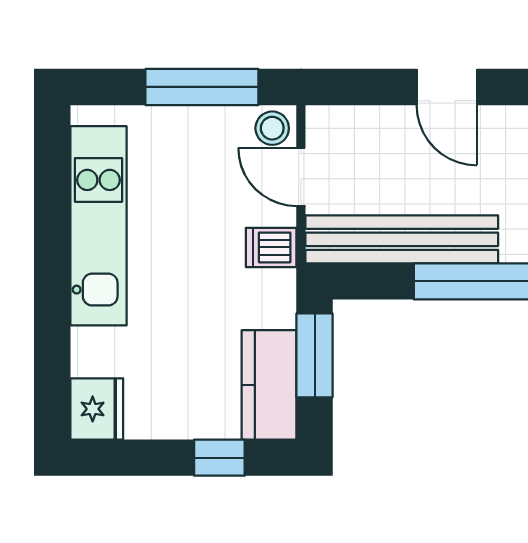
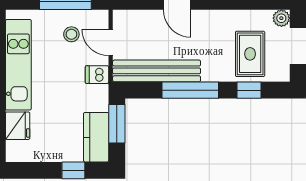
stool: (272, 128) -> (71, 34), moved
fridge: (97, 409) -> (18, 126), moved

